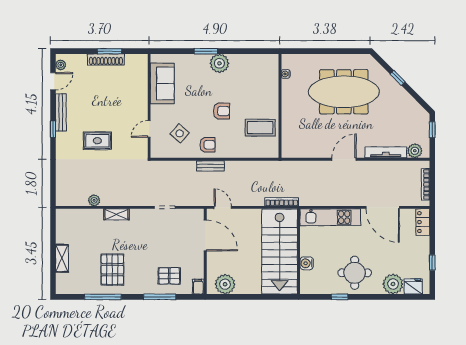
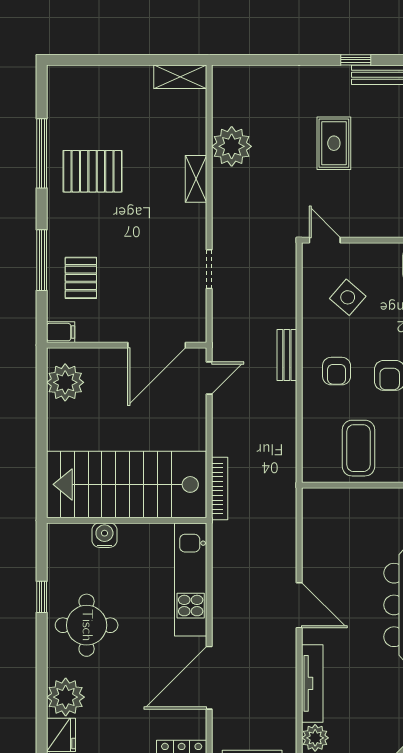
door: (149, 129) -> (325, 240), moved
armchair: (207, 145) -> (337, 371), moved
plant: (94, 200) -> (232, 146), width x1.87, depth x1.87
shelving: (62, 258) -> (180, 77), moved

